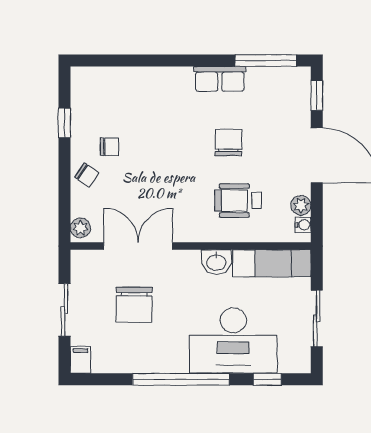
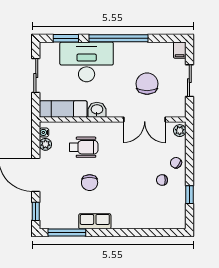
window: (267, 379) -> (66, 38), width x1.50

